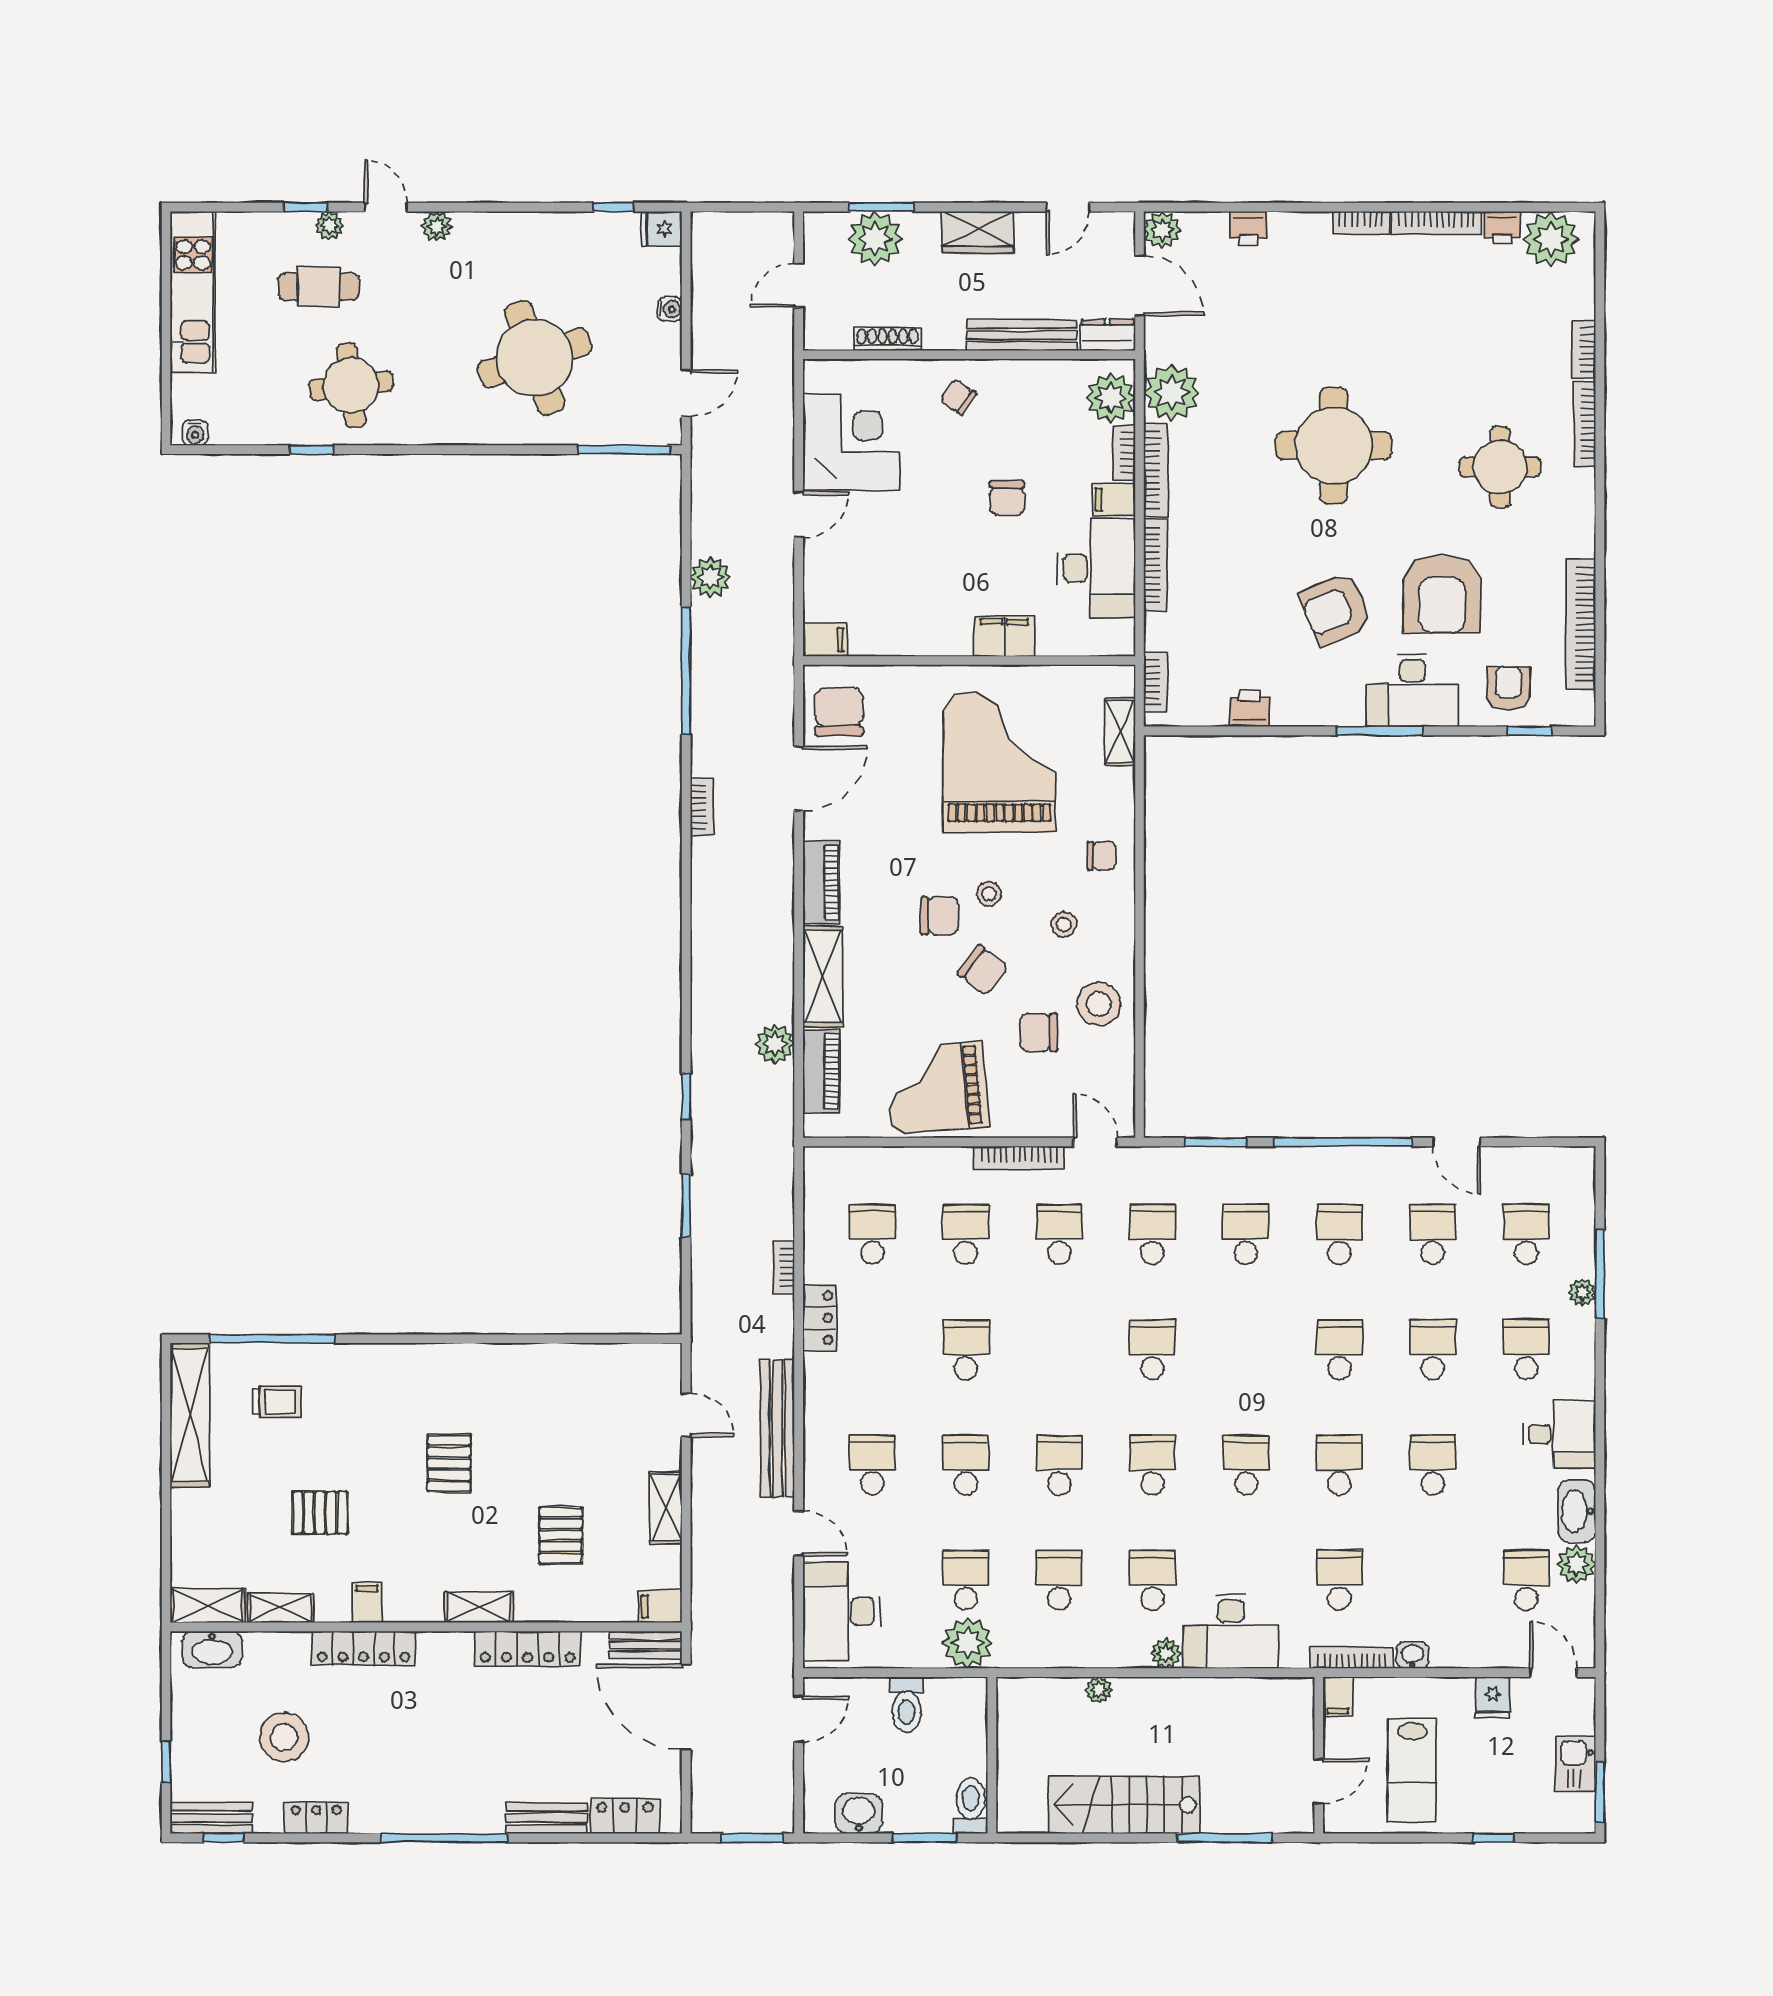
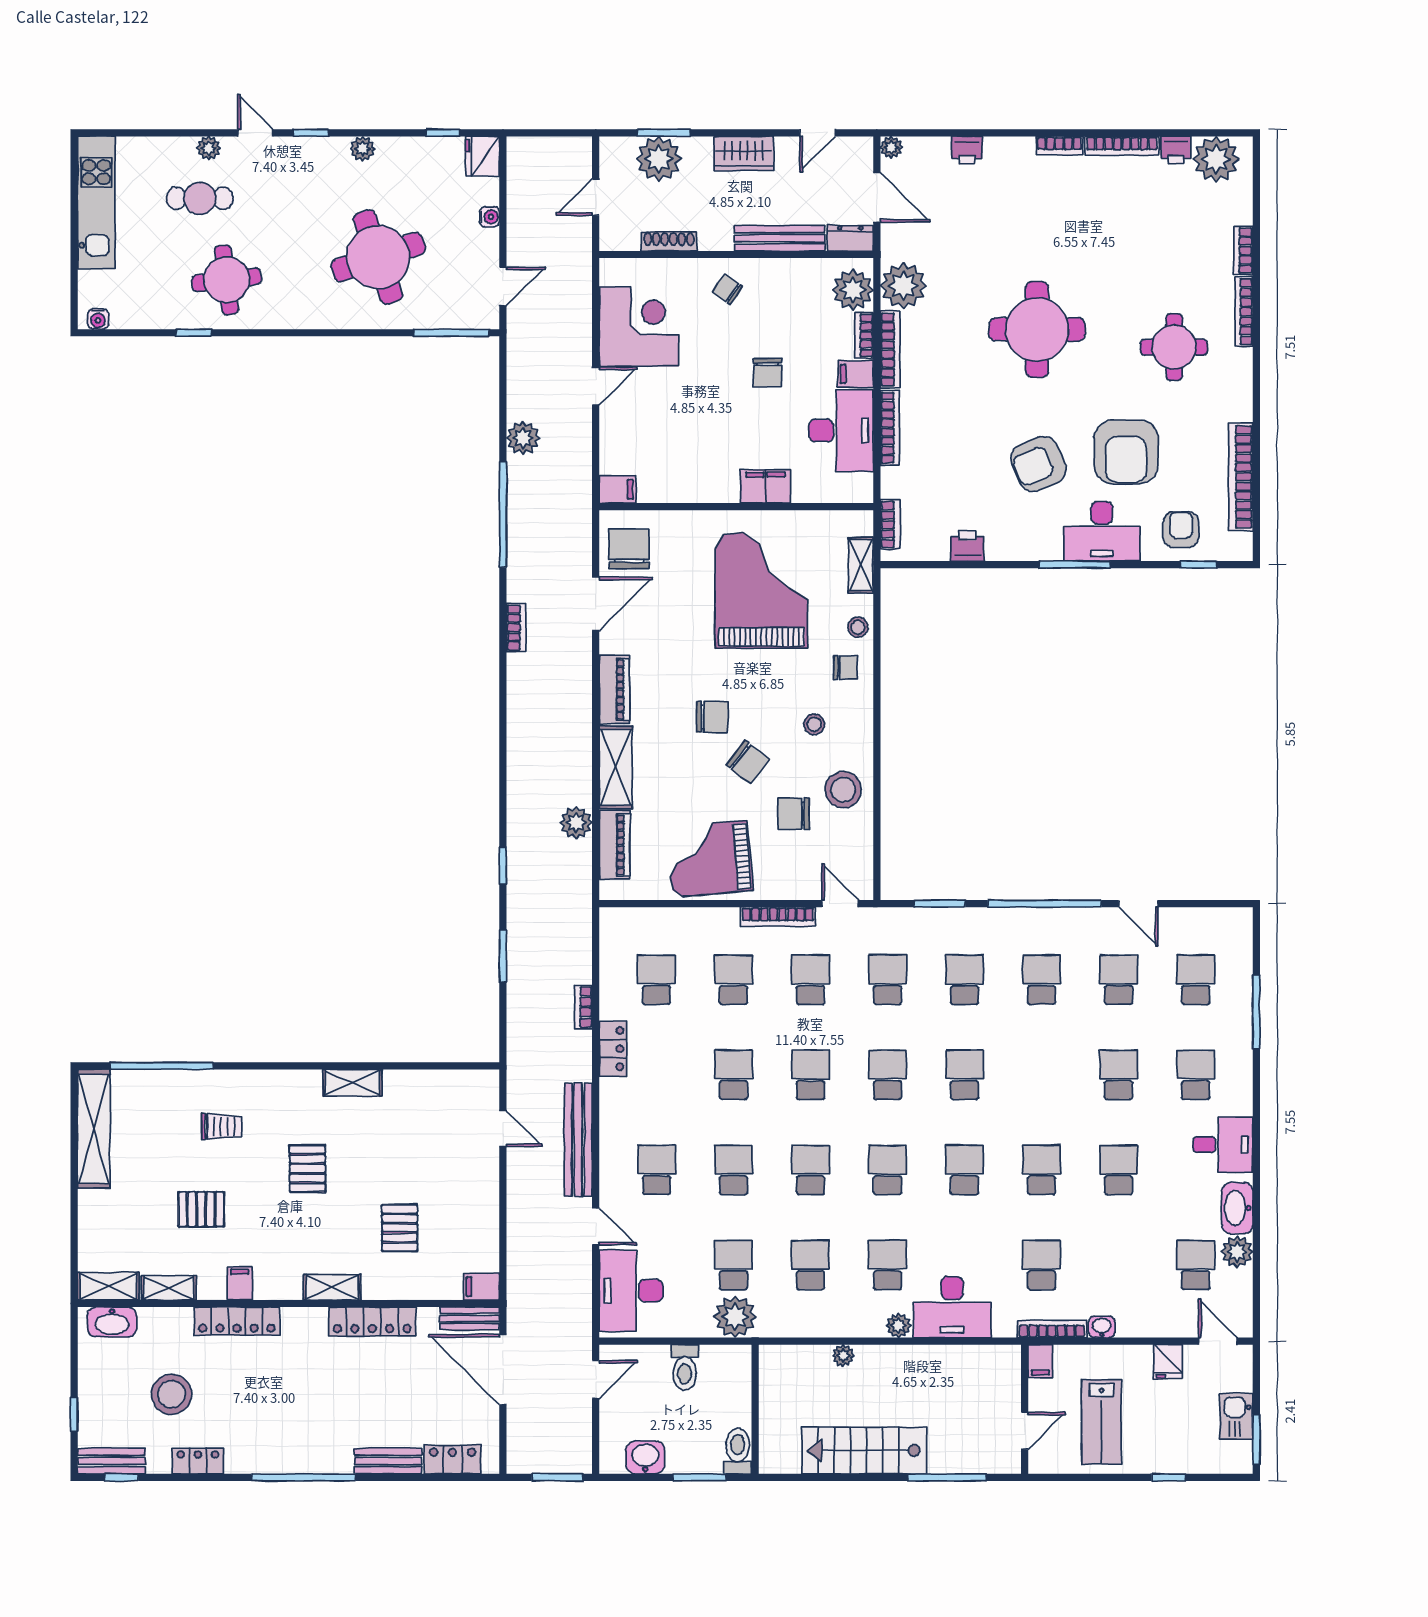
window: (305, 207) -> (311, 133), moved
plant: (437, 226) -> (363, 149), moved
fridge: (661, 229) -> (482, 156), width x1.38
plant: (1162, 230) -> (891, 147), width x0.73, depth x0.73
stool: (989, 894) -> (858, 627), moved
plant: (1582, 1292) -> (1242, 1028), removed
school desk: (1059, 1350) -> (811, 1075), added
school desk: (1339, 1350) -> (965, 1075), moved
trolley: (277, 1402) -> (221, 1127), moved
shelving: (666, 1508) -> (352, 1083), moved, turned 90

